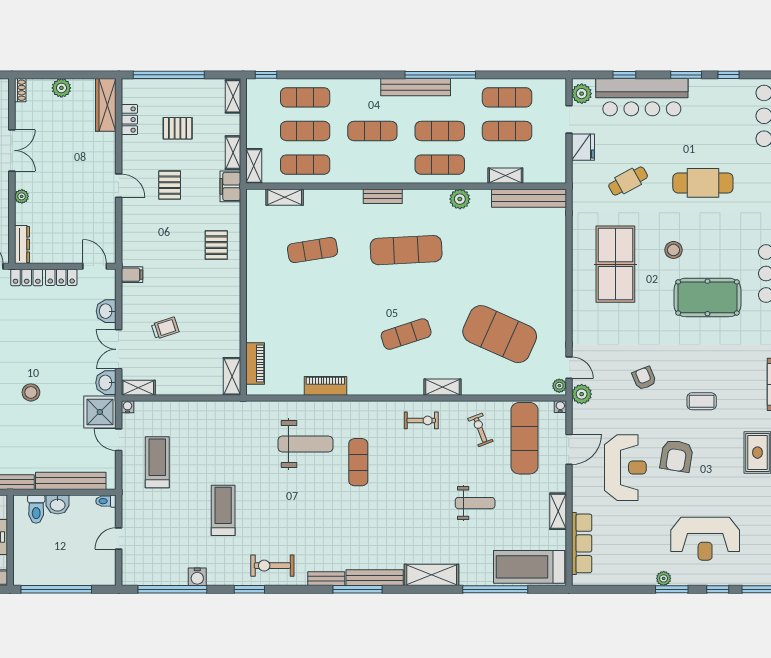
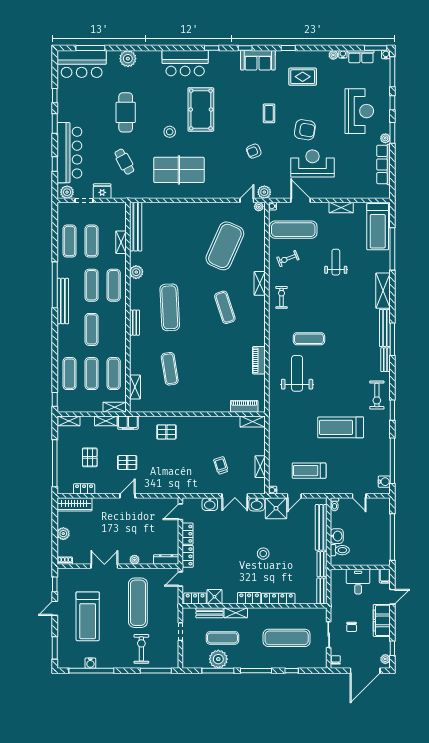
filing cabinet: (132, 275) -> (186, 487), removed
shelving: (138, 388) -> (260, 467), moved
treadmill: (223, 510) -> (341, 427), width x1.37, depth x1.38
row of seats: (582, 543) -> (383, 164), moved, turned -90
water cooler: (197, 577) -> (384, 482), moved

